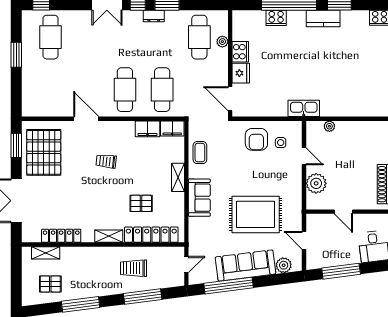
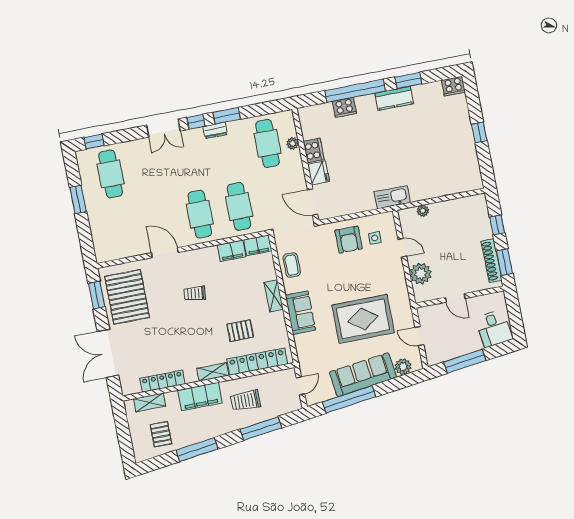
filing cabinet: (93, 256) -> (200, 397), added
pallet: (50, 284) -> (161, 434), turned 90

